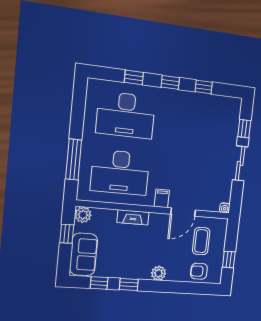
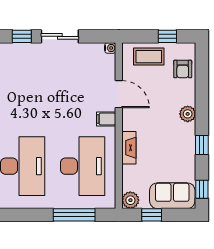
coffee table: (201, 241) -> (149, 57), moved
window: (99, 283) -> (202, 189), moved

